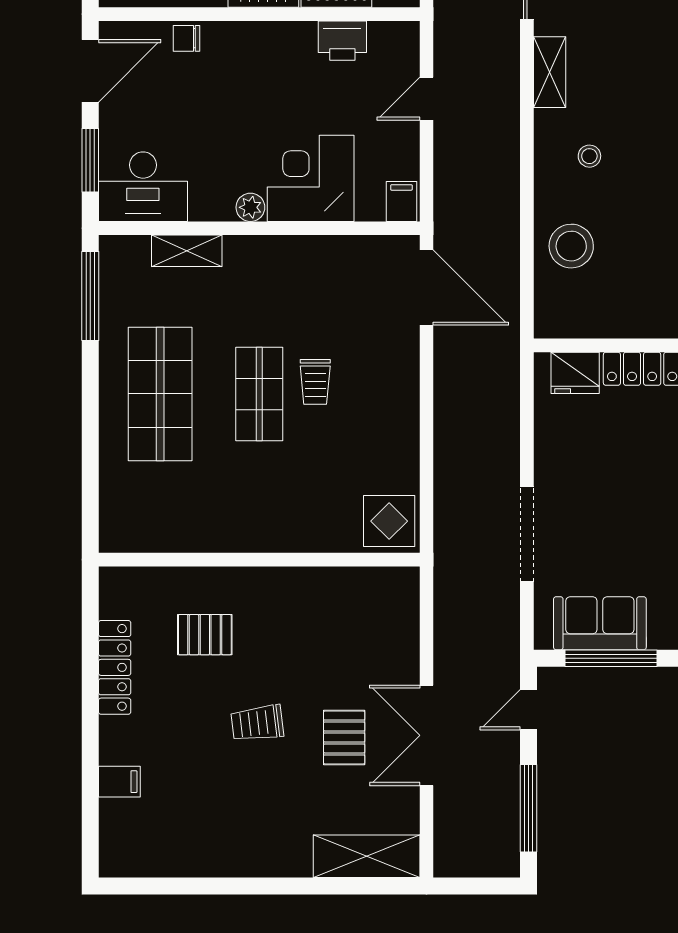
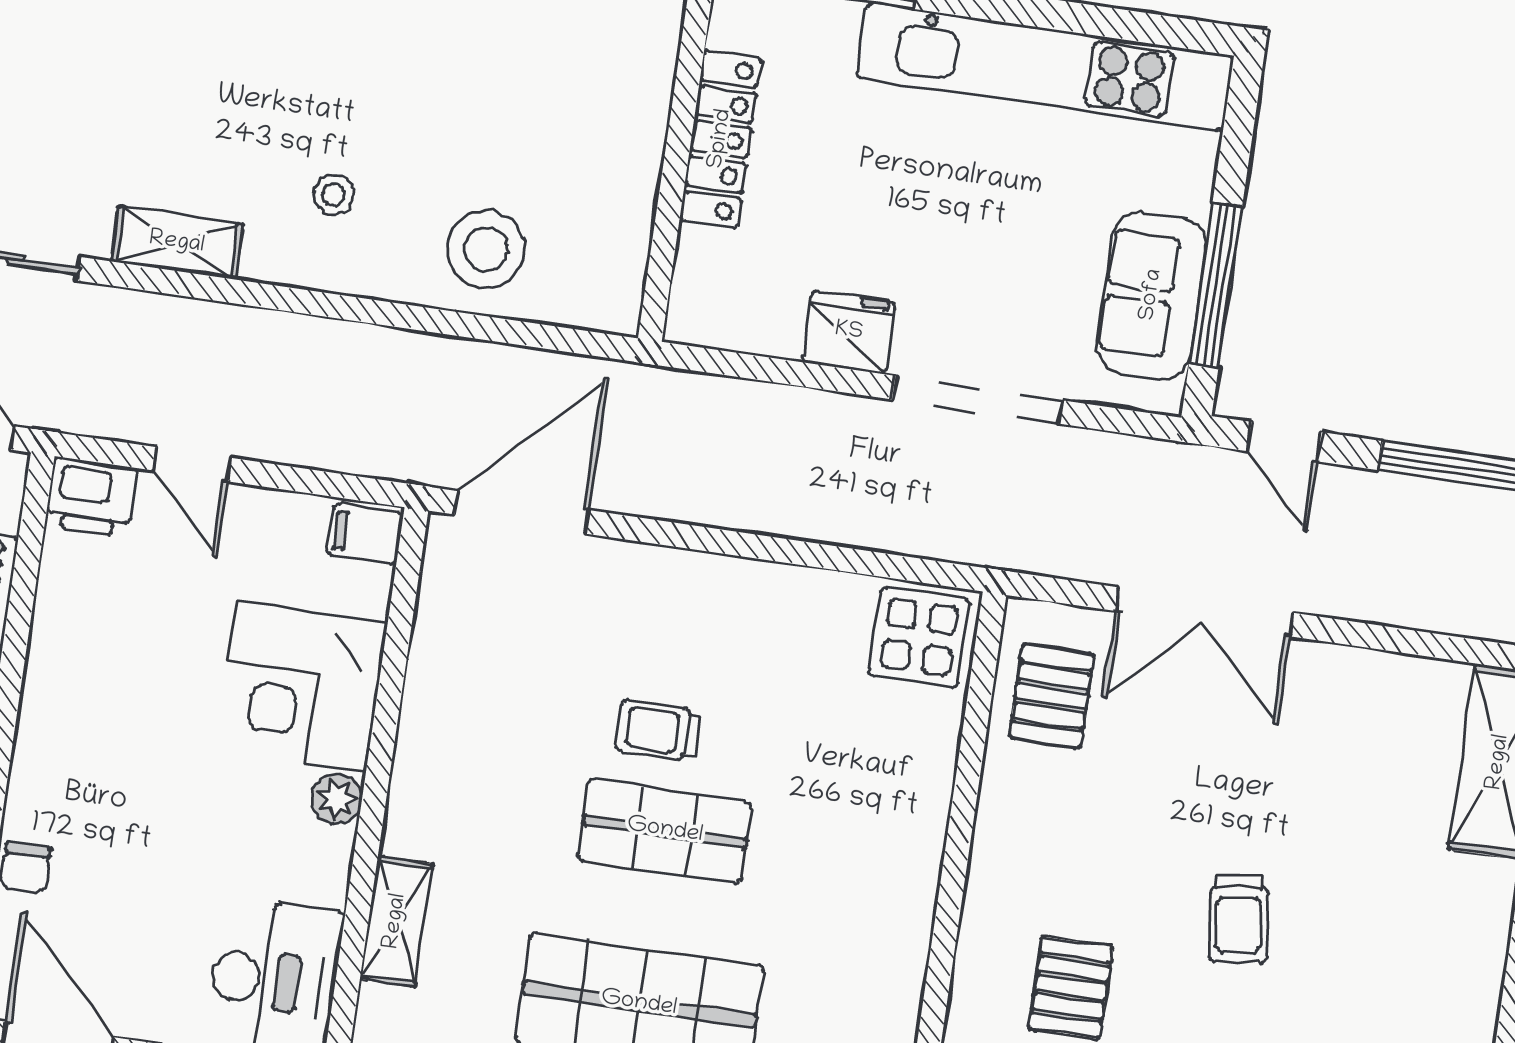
printer: (342, 41) -> (91, 497), moved, turned 90
fridge: (575, 373) -> (849, 332), moved, turned -90
trolley: (315, 382) -> (658, 731), turned 180
double door: (427, 735) -> (1204, 612), moved
pallet: (344, 737) -> (1052, 696), moved, turned 90

